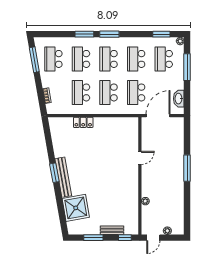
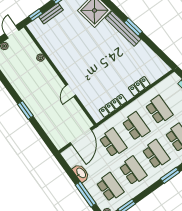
washbasin: (179, 99) -> (81, 173), moved
locker: (115, 122) -> (113, 106), added
window: (187, 168) -> (25, 110), width x0.69

